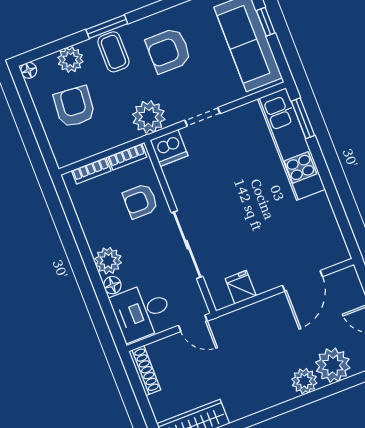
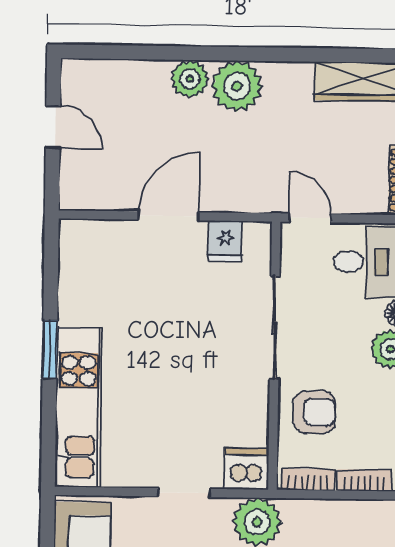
window: (303, 118) -> (50, 350), moved
door: (302, 281) -> (169, 216), moved
plant: (333, 365) -> (237, 86), moved

